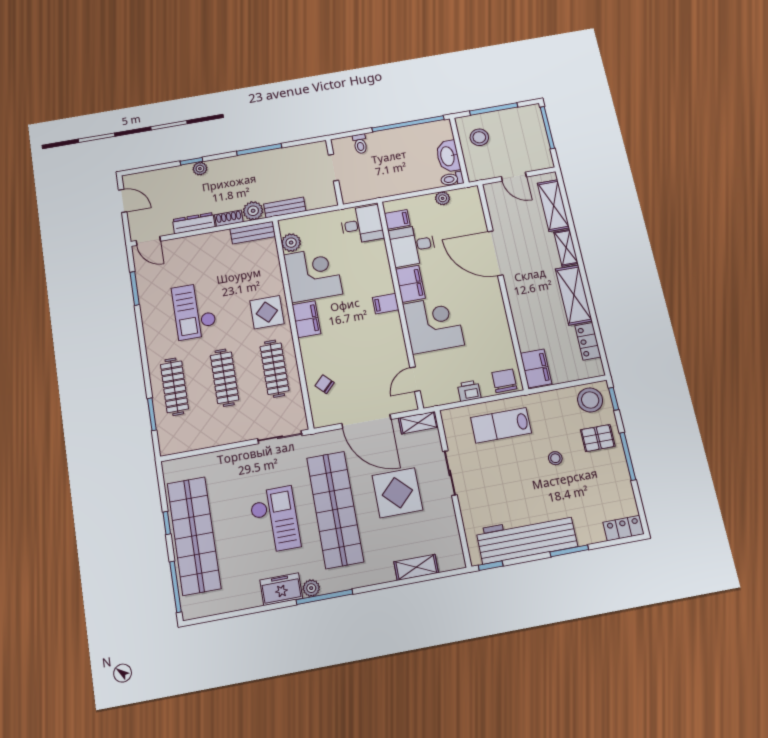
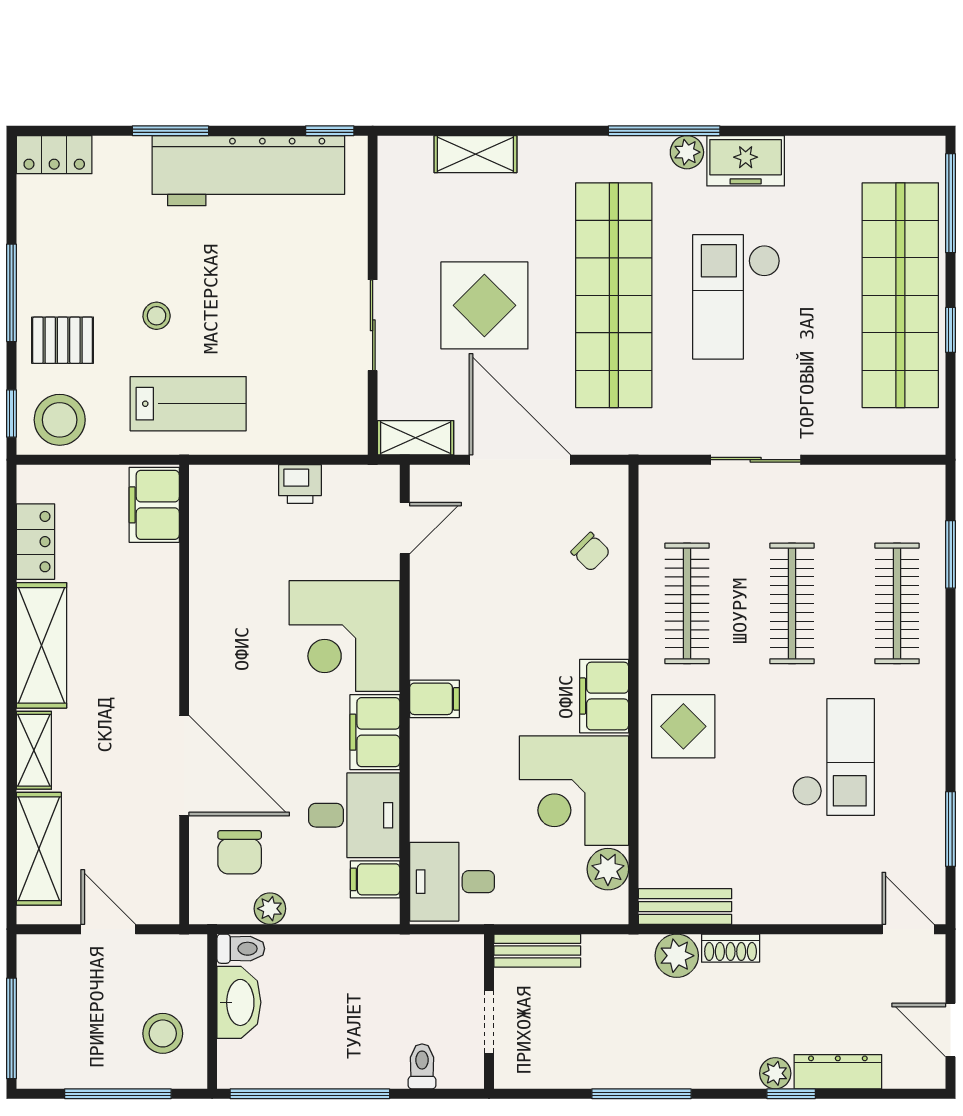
bench: (285, 207) -> (537, 951), moved
dresser: (194, 223) -> (838, 1072), moved, turned 180
chair: (504, 381) -> (240, 852), moved
lab bench: (501, 425) -> (188, 404), moved
sliding door: (280, 437) -> (756, 460), moved

